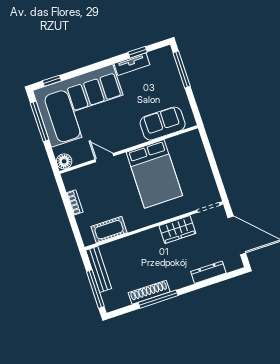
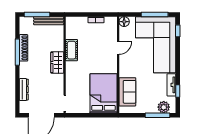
plant: (167, 65) -> (164, 107), added
bed: (154, 174) -> (103, 93), moved, turned 90
wardrobe: (177, 229) -> (57, 62), moved
cot: (109, 230) -> (72, 50), moved

